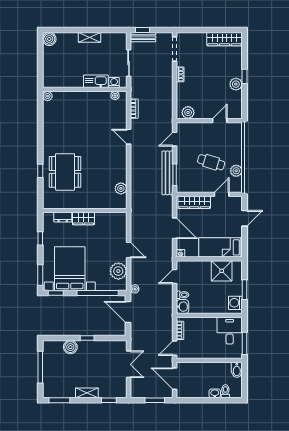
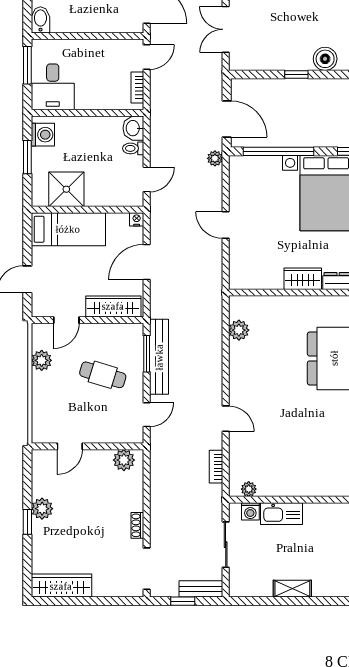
window: (143, 30) -> (183, 601), moved
cafe table: (211, 162) -> (103, 375), moved
door: (175, 228) -> (147, 262), hinge flipped
plant: (118, 271) -> (243, 189), removed

